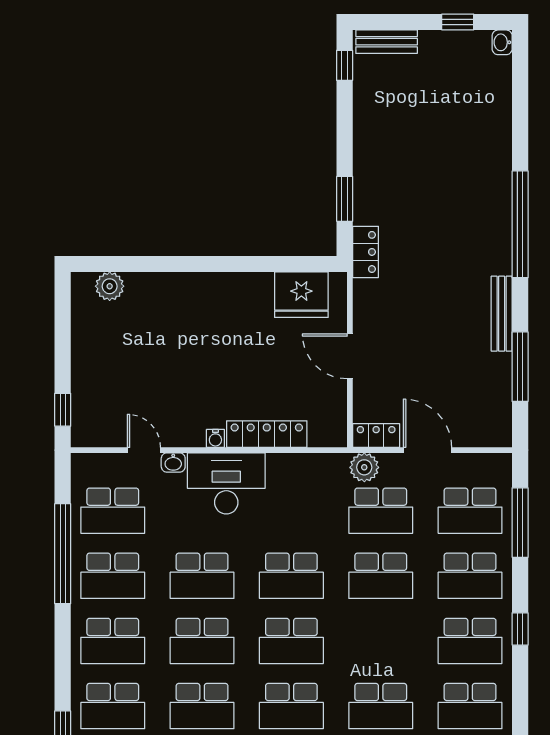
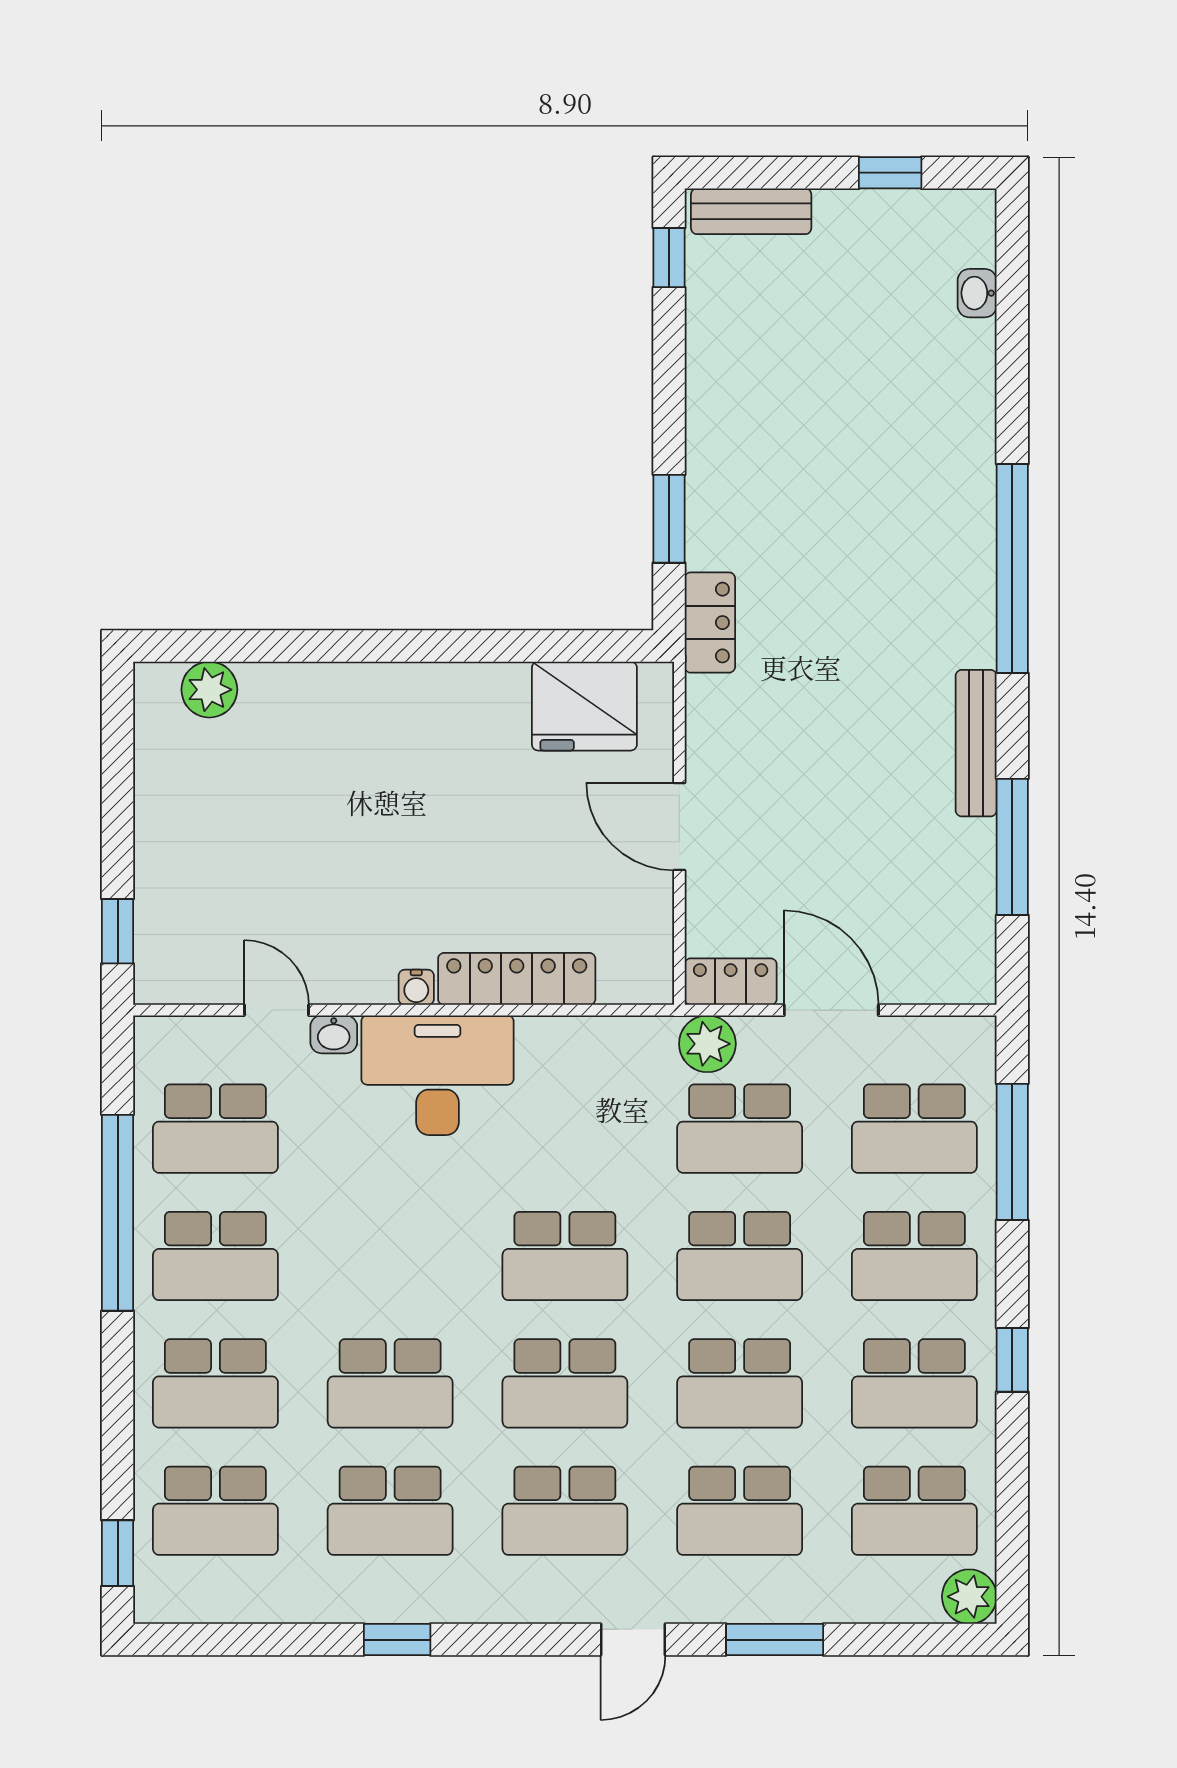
washbasin: (502, 42) -> (977, 293), moved
school desk: (202, 576) -> (740, 1383), moved

